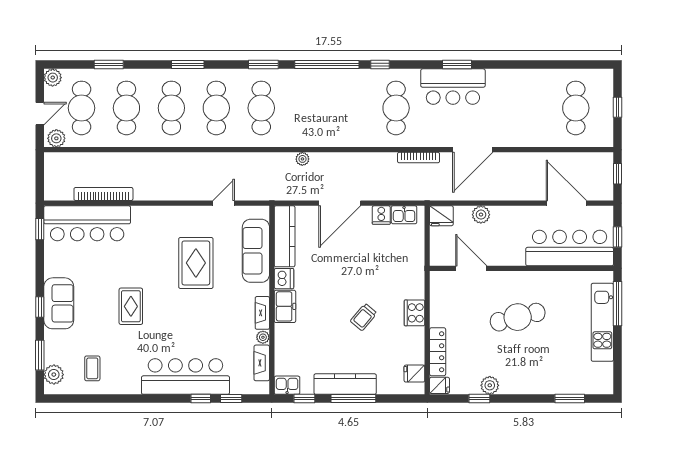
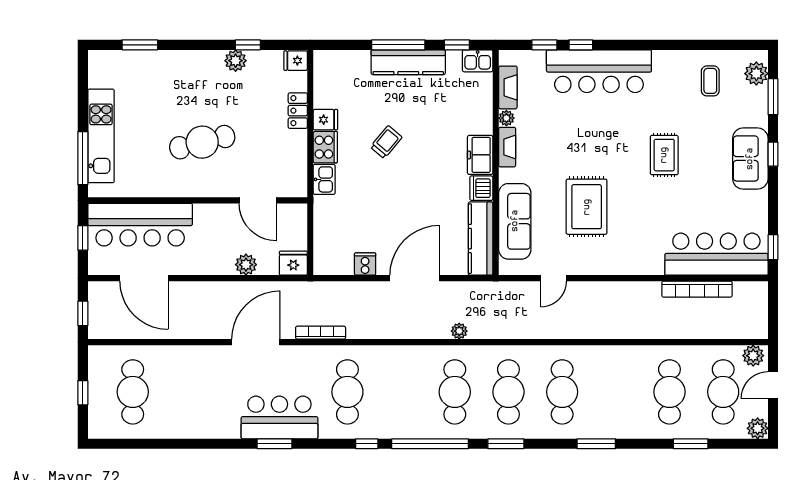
cafe table: (171, 108) -> (455, 392), moved
kitchen sink: (404, 215) -> (324, 179), moved, turned 90
locker: (438, 352) -> (298, 111), width x0.66
fridge: (414, 374) -> (325, 120), moved

